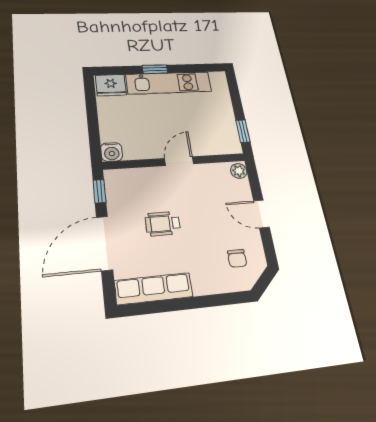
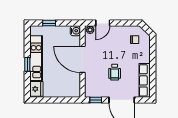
window: (243, 131) -> (49, 23), moved
water cooler: (112, 152) -> (75, 31), moved
door: (179, 161) -> (83, 59), width x1.88
door: (261, 214) -> (103, 23), moved

